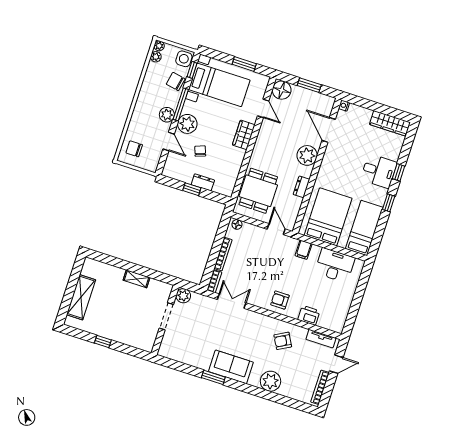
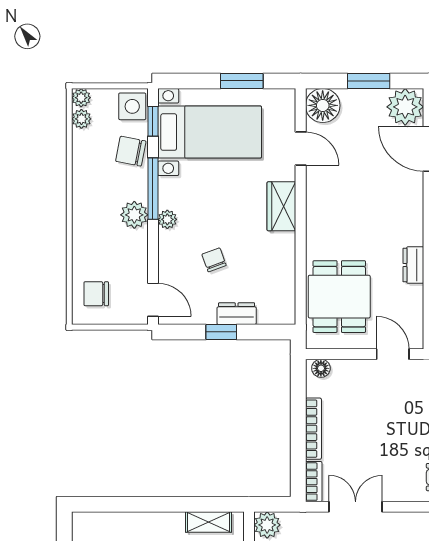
plant: (187, 124) -> (167, 219), width x0.53, depth x0.53
door: (169, 141) -> (153, 300), moved
plant: (307, 155) -> (405, 107), moved
shelving: (137, 279) -> (209, 522), moved

